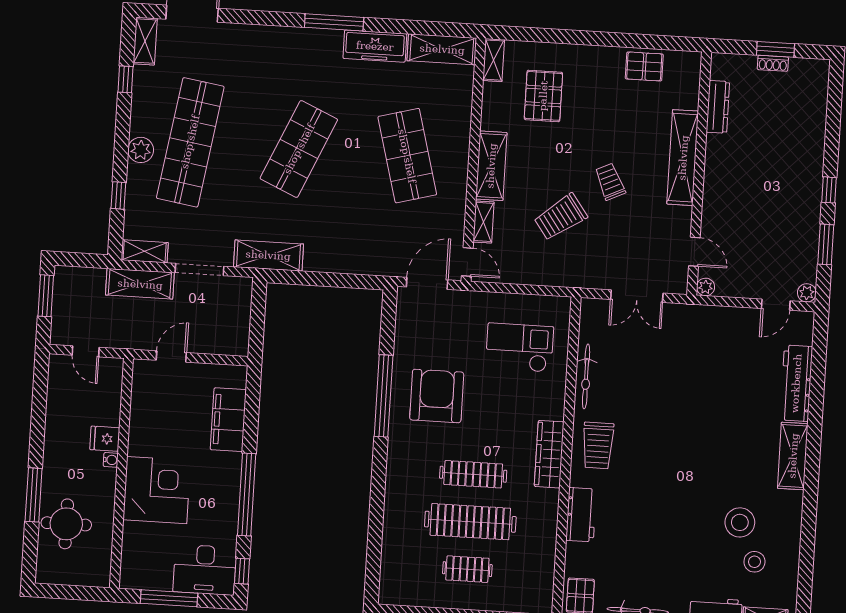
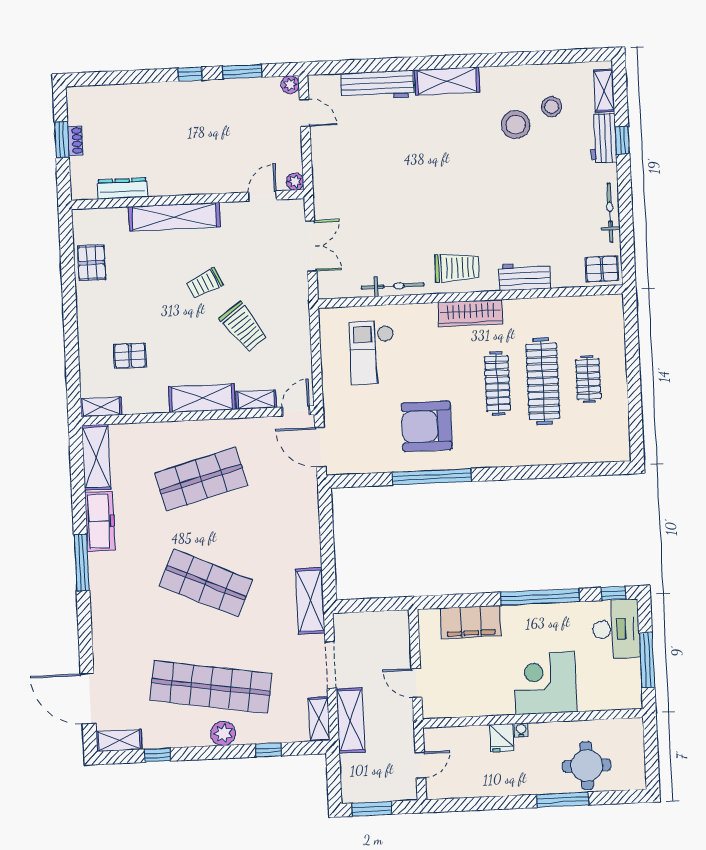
pallet: (543, 96) -> (130, 356), width x0.67, depth x0.71

